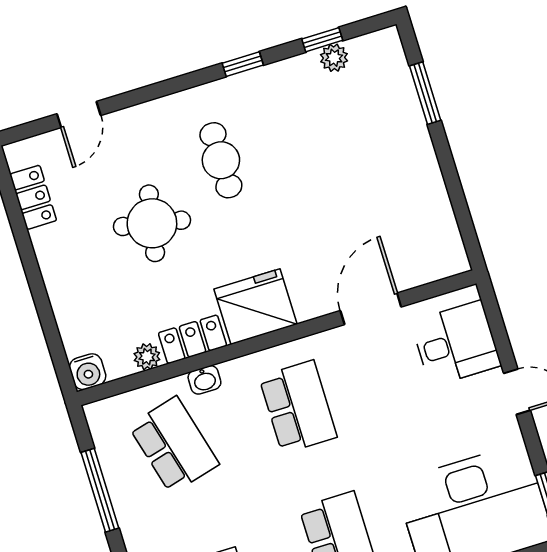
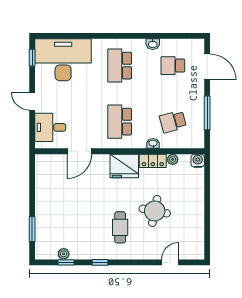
locker: (33, 197) -> (198, 235), removed
school desk: (174, 445) -> (173, 122), width x0.54

